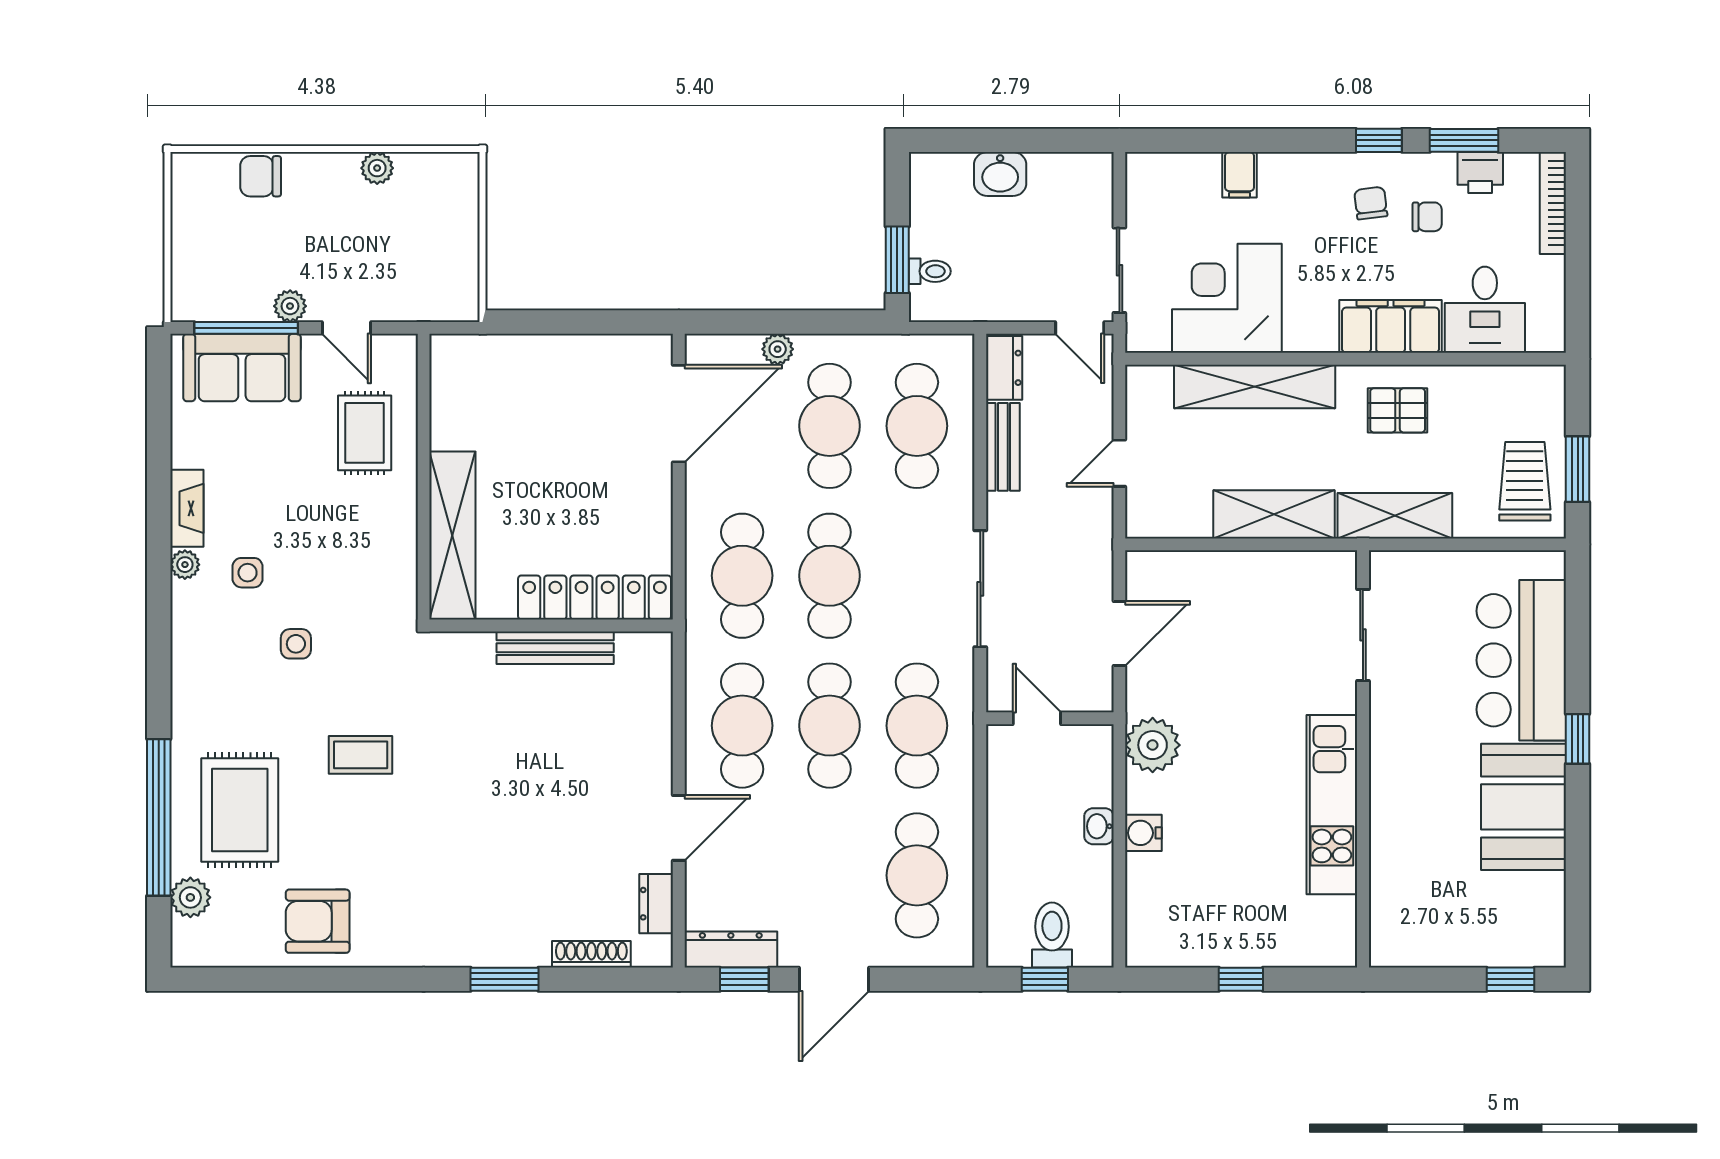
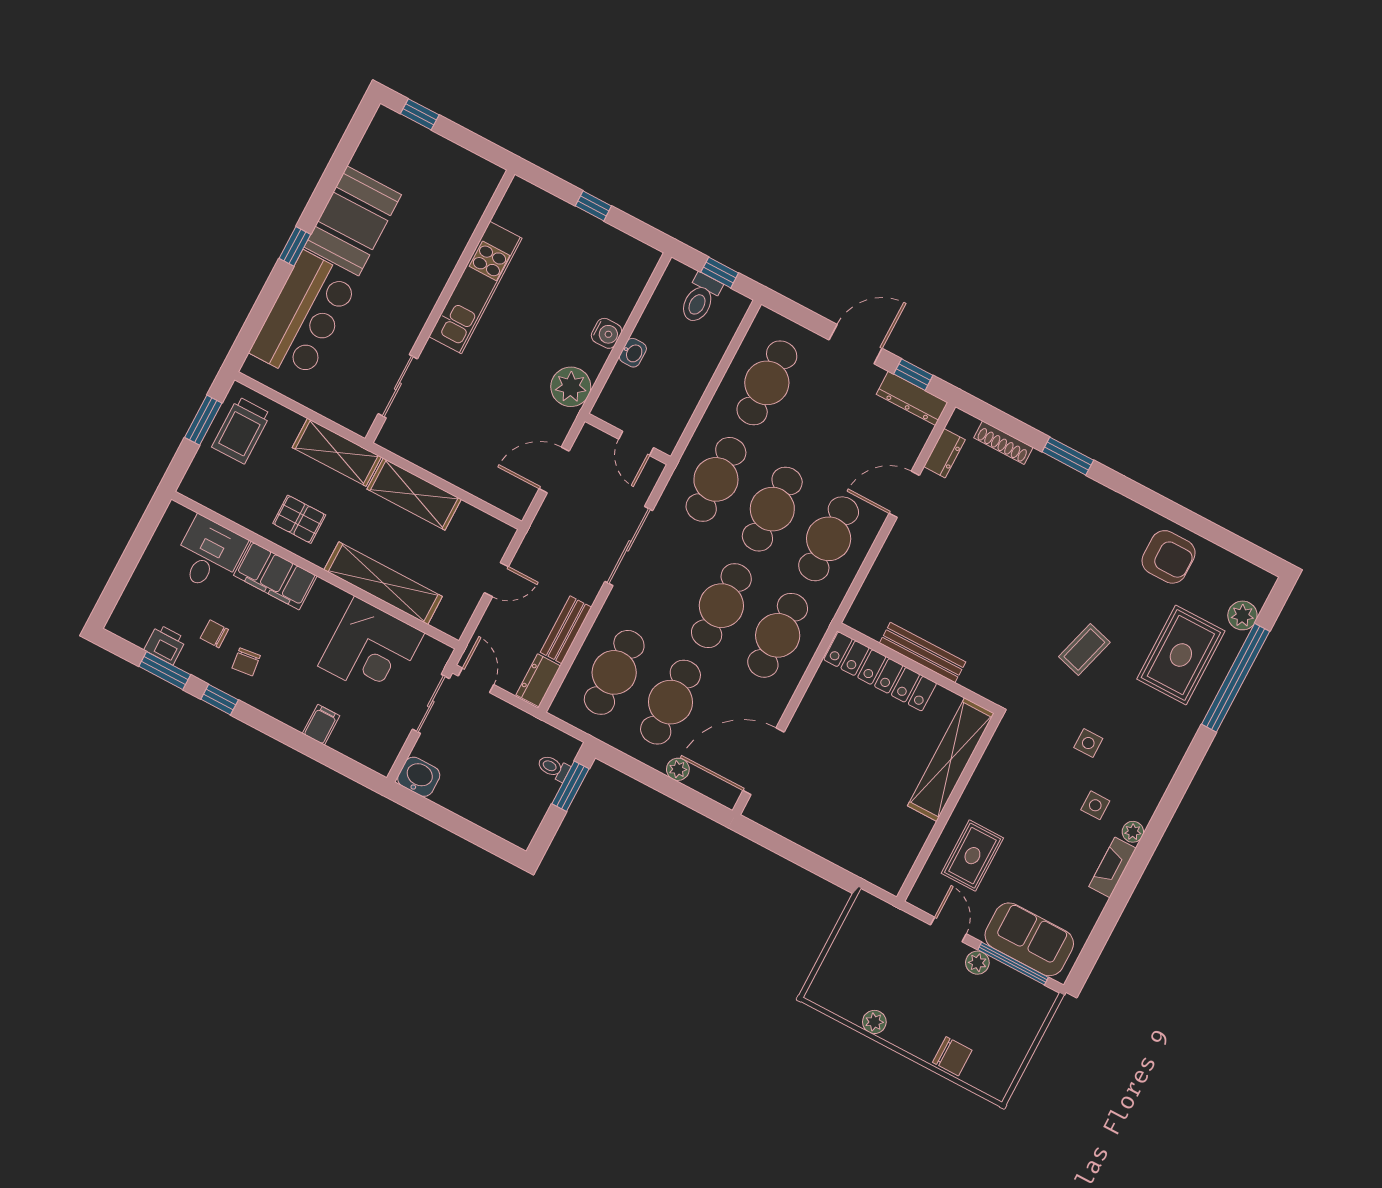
washbasin: (1000, 174) -> (419, 777), moved
bookcase: (1553, 203) -> (129, 600), removed
coffee table: (361, 755) -> (1084, 649), turned -74

